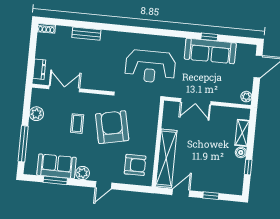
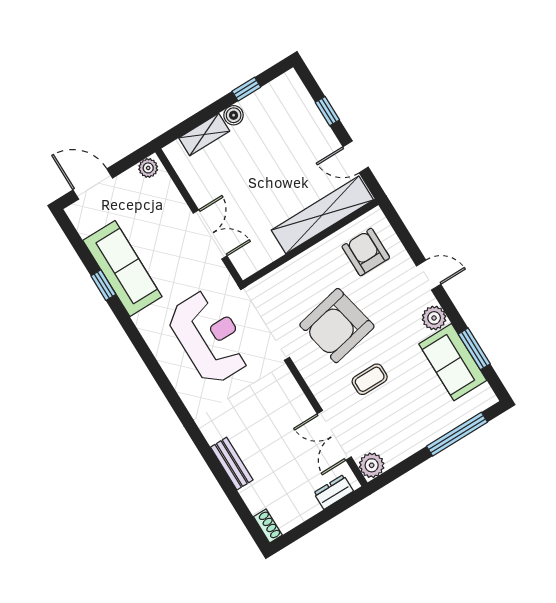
plant: (36, 114) -> (372, 465), moved

